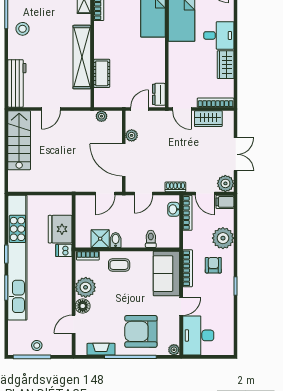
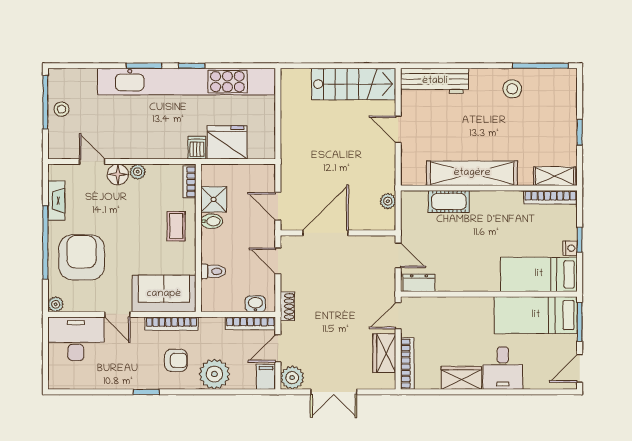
plant: (132, 135) -> (361, 244), removed
plant: (86, 287) -> (138, 172), width x0.53, depth x0.53

